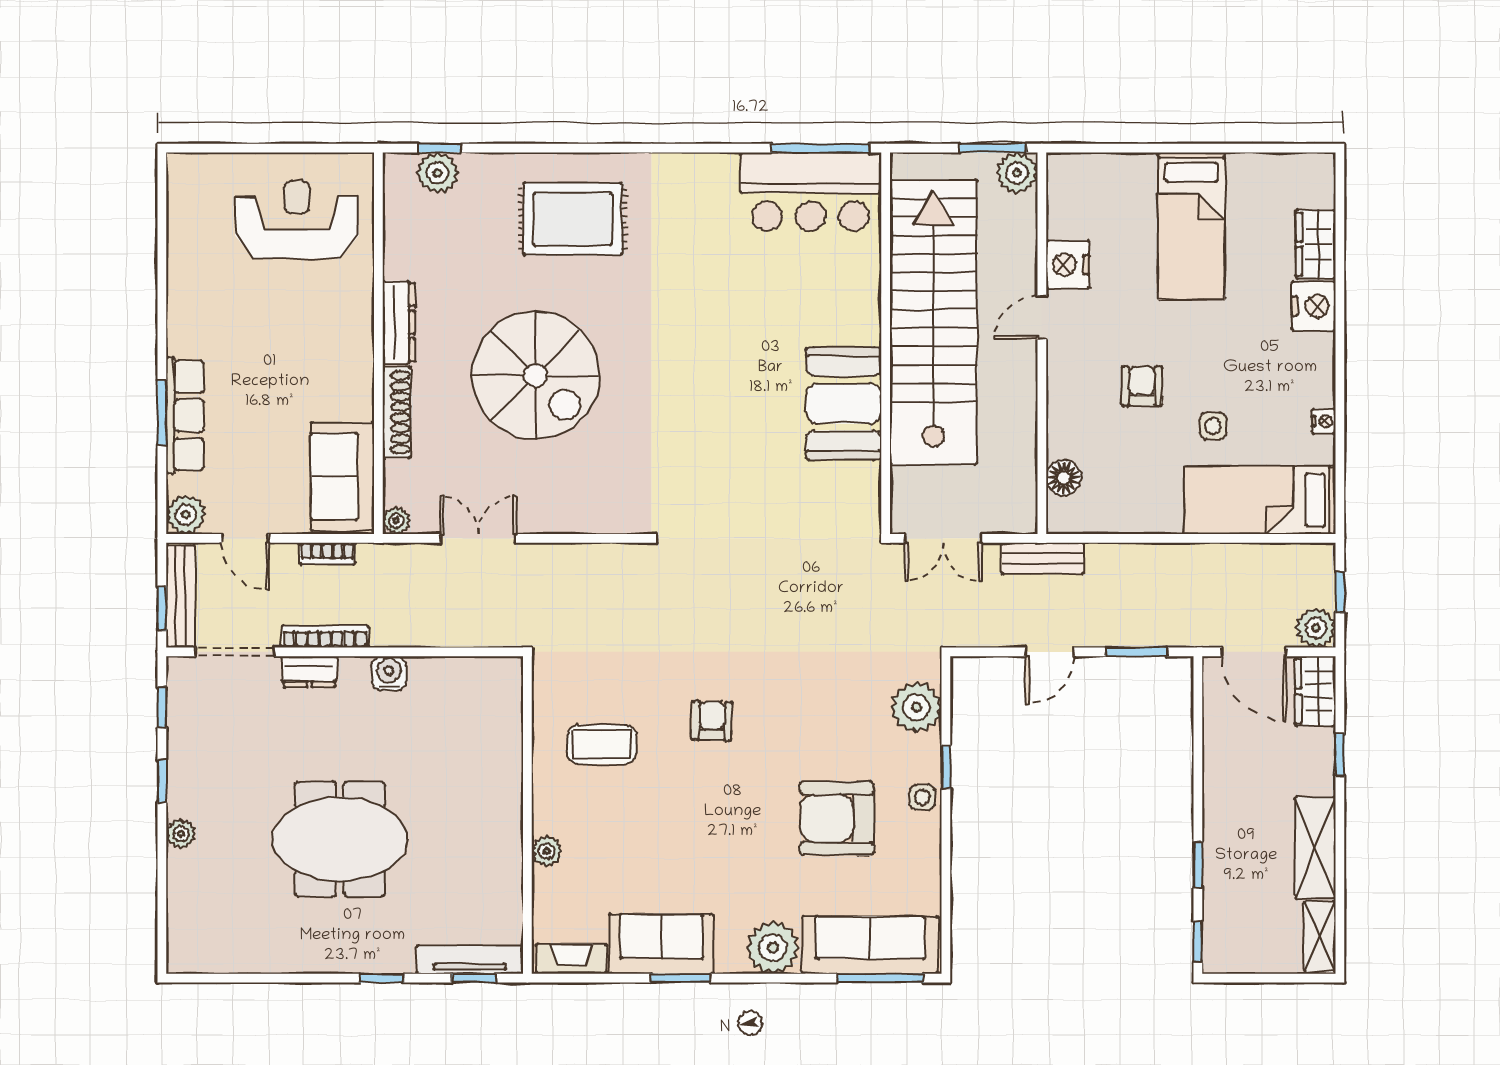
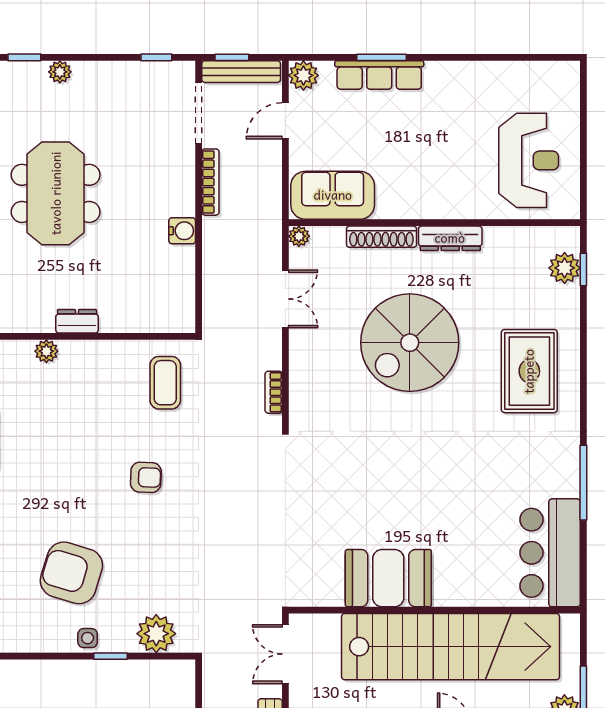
window: (820, 148) -> (583, 483), moved
bookcase: (328, 554) -> (274, 392), moved
dresser: (309, 672) -> (77, 321), moved, turned 90
coffee table: (602, 744) -> (165, 383), moved
window: (162, 781) -> (24, 57), moved
armchair: (837, 818) -> (71, 573), turned -73

